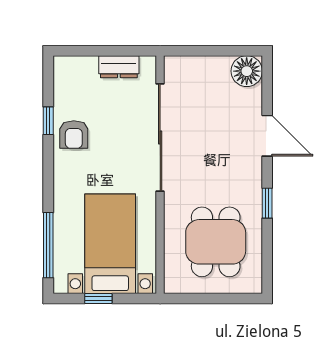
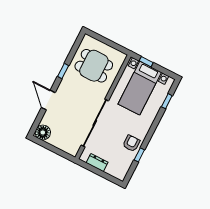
dining table: (216, 242) -> (94, 66), turned 90
window: (48, 245) -> (167, 101), width x0.46
window: (98, 298) -> (146, 62), moved

